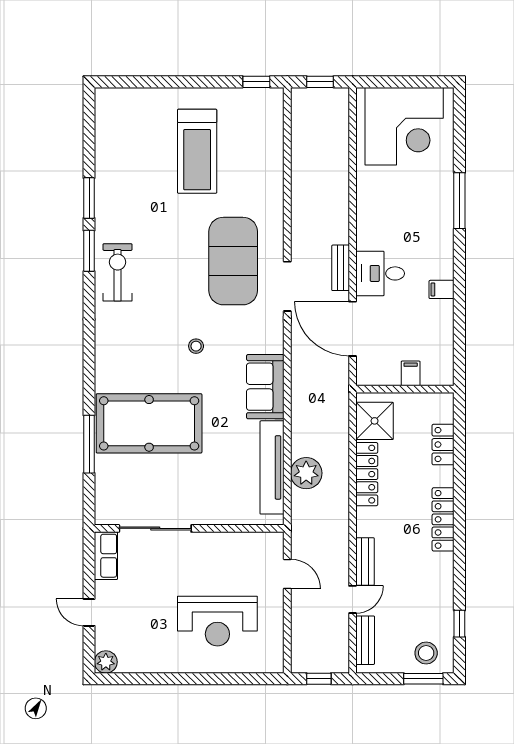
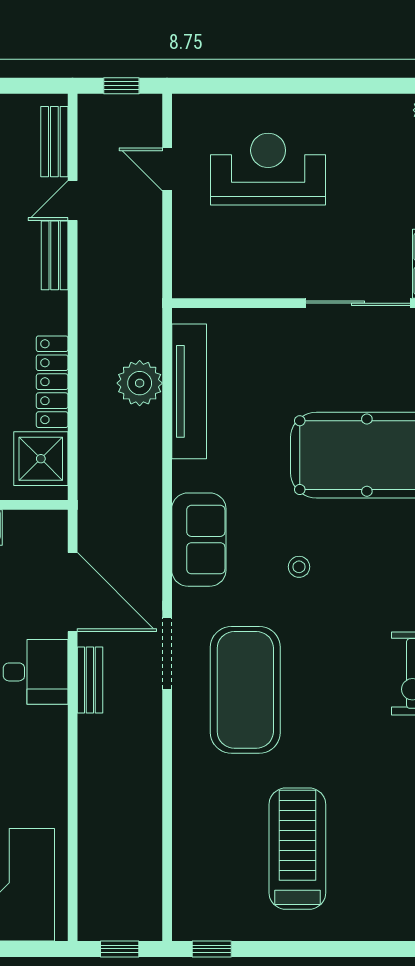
sofa: (265, 387) -> (199, 540), moved
door: (287, 574) -> (167, 169), moved

